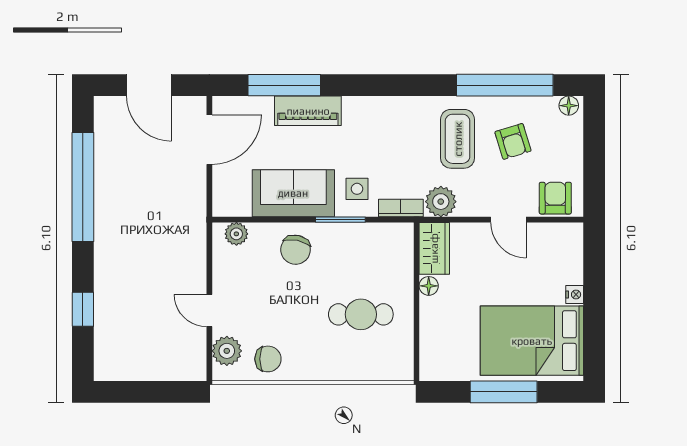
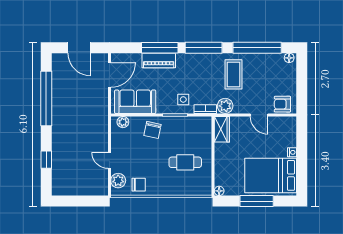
window: (284, 85) -> (160, 48), moved
window: (398, 85) -> (204, 48), added
armchair: (513, 141) -> (261, 76), removed
sofa: (293, 193) -> (135, 102), moved
armchair: (555, 198) -> (282, 104), turned -90
floor lamp: (429, 286) -> (219, 191), moved

